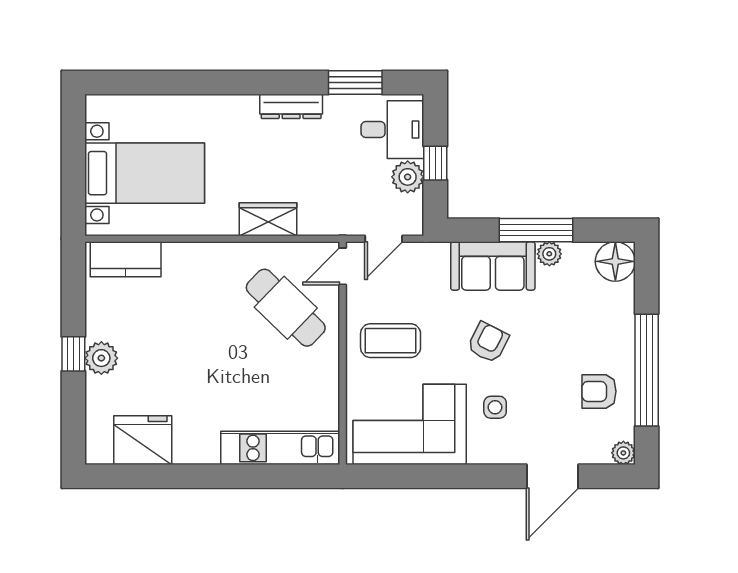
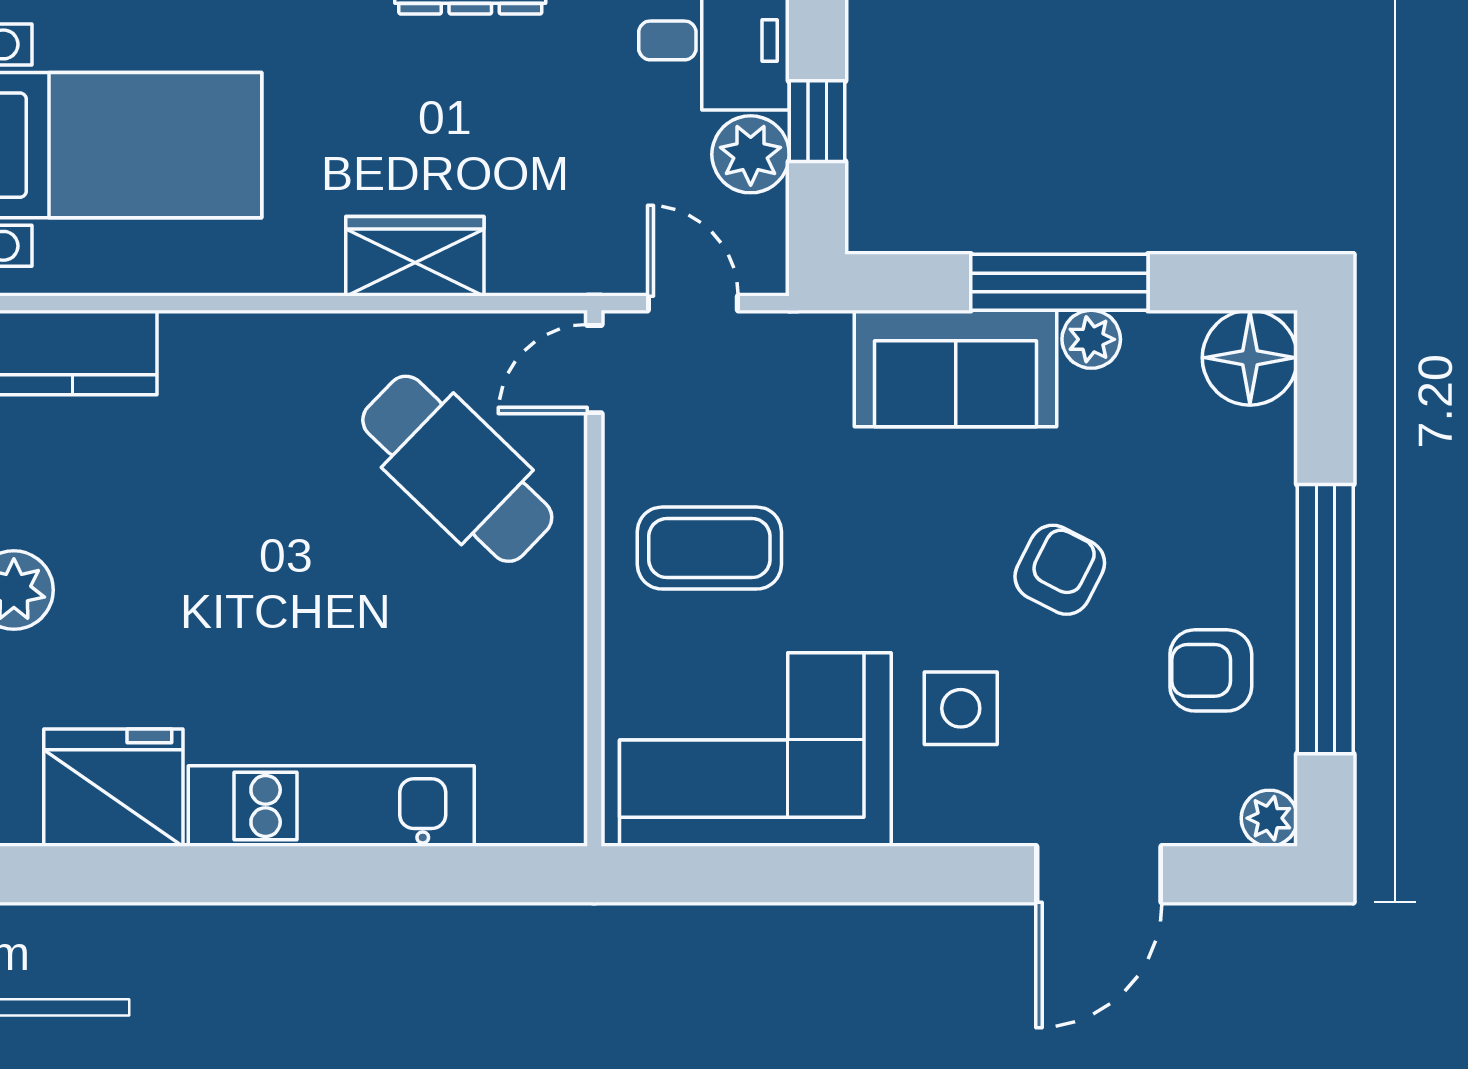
door: (384, 239) -> (693, 303), swing flipped
armchair: (488, 342) -> (1060, 570), moved
side table: (495, 407) -> (961, 708), width x1.37, depth x1.37
kitchen unit: (280, 448) -> (331, 806), moved

